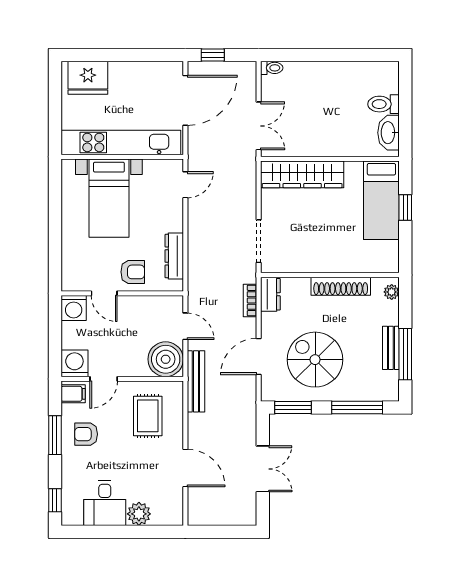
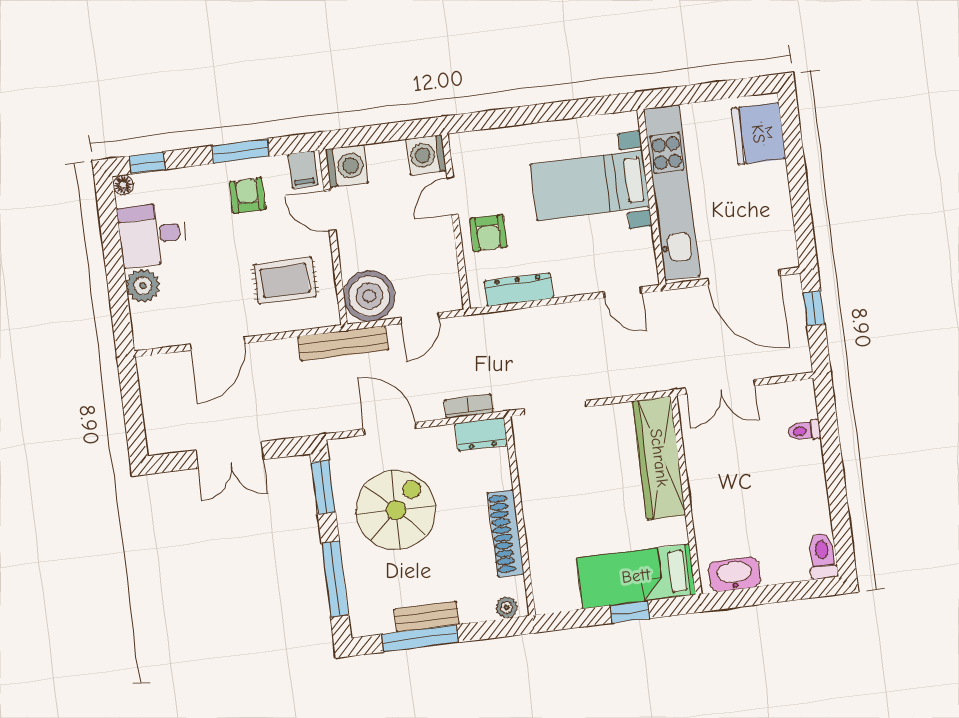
toilet: (272, 68) -> (804, 431), moved, turned 90
toilet: (384, 104) -> (822, 556), moved
floor lamp: (68, 519) -> (123, 185), added

